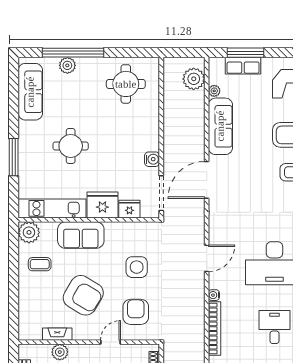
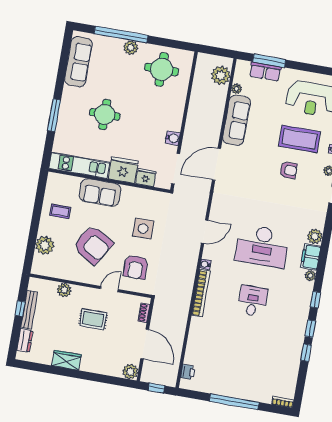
plant: (67, 65) -> (131, 48), moved
plant: (29, 232) -> (45, 245), moved
armchair: (136, 312) -> (136, 267), turned 180
fireplace: (57, 334) -> (65, 274), removed

